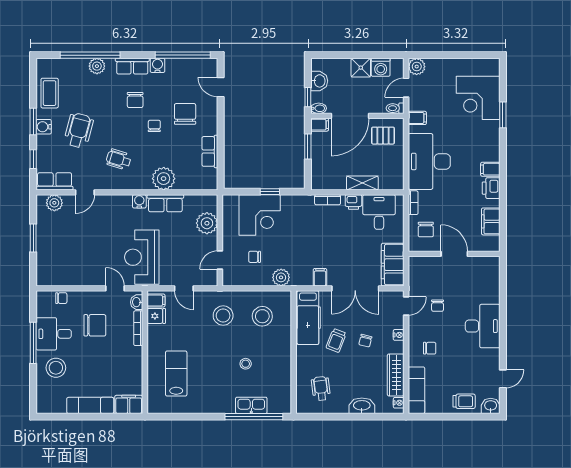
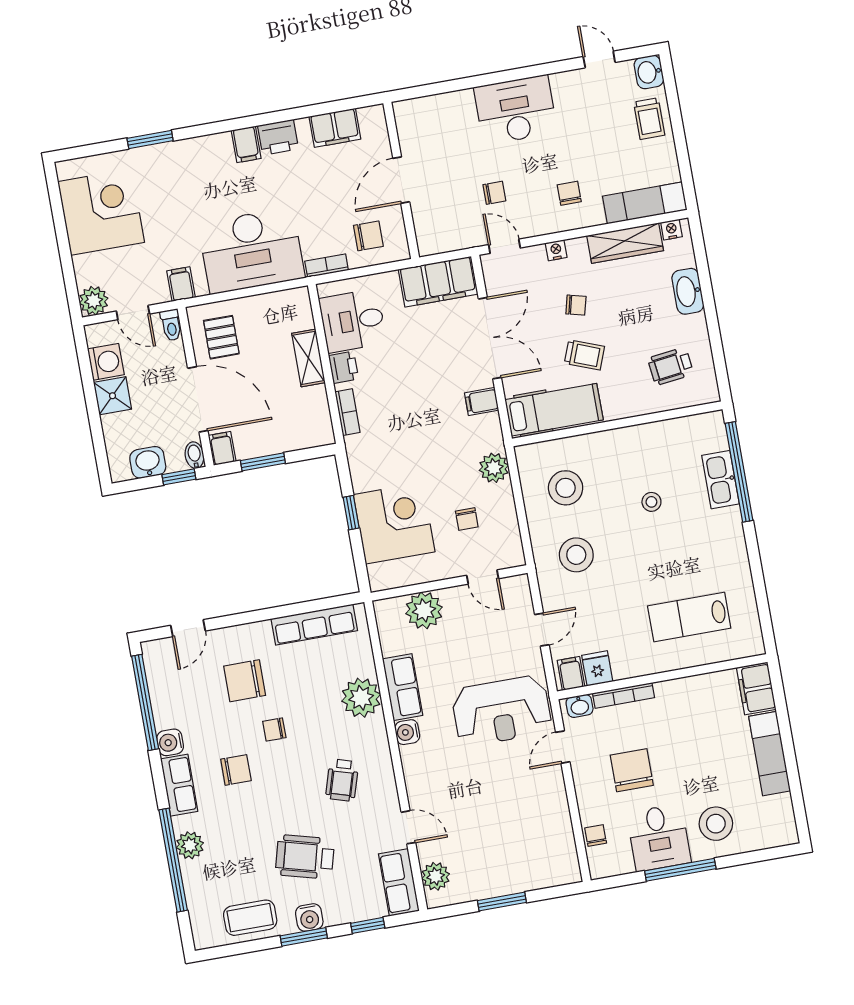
corner desk: (478, 98) -> (101, 212), moved, turned -90
row of seats: (210, 151) -> (314, 625), width x1.48
trolley: (464, 401) -> (649, 119), turned 180

